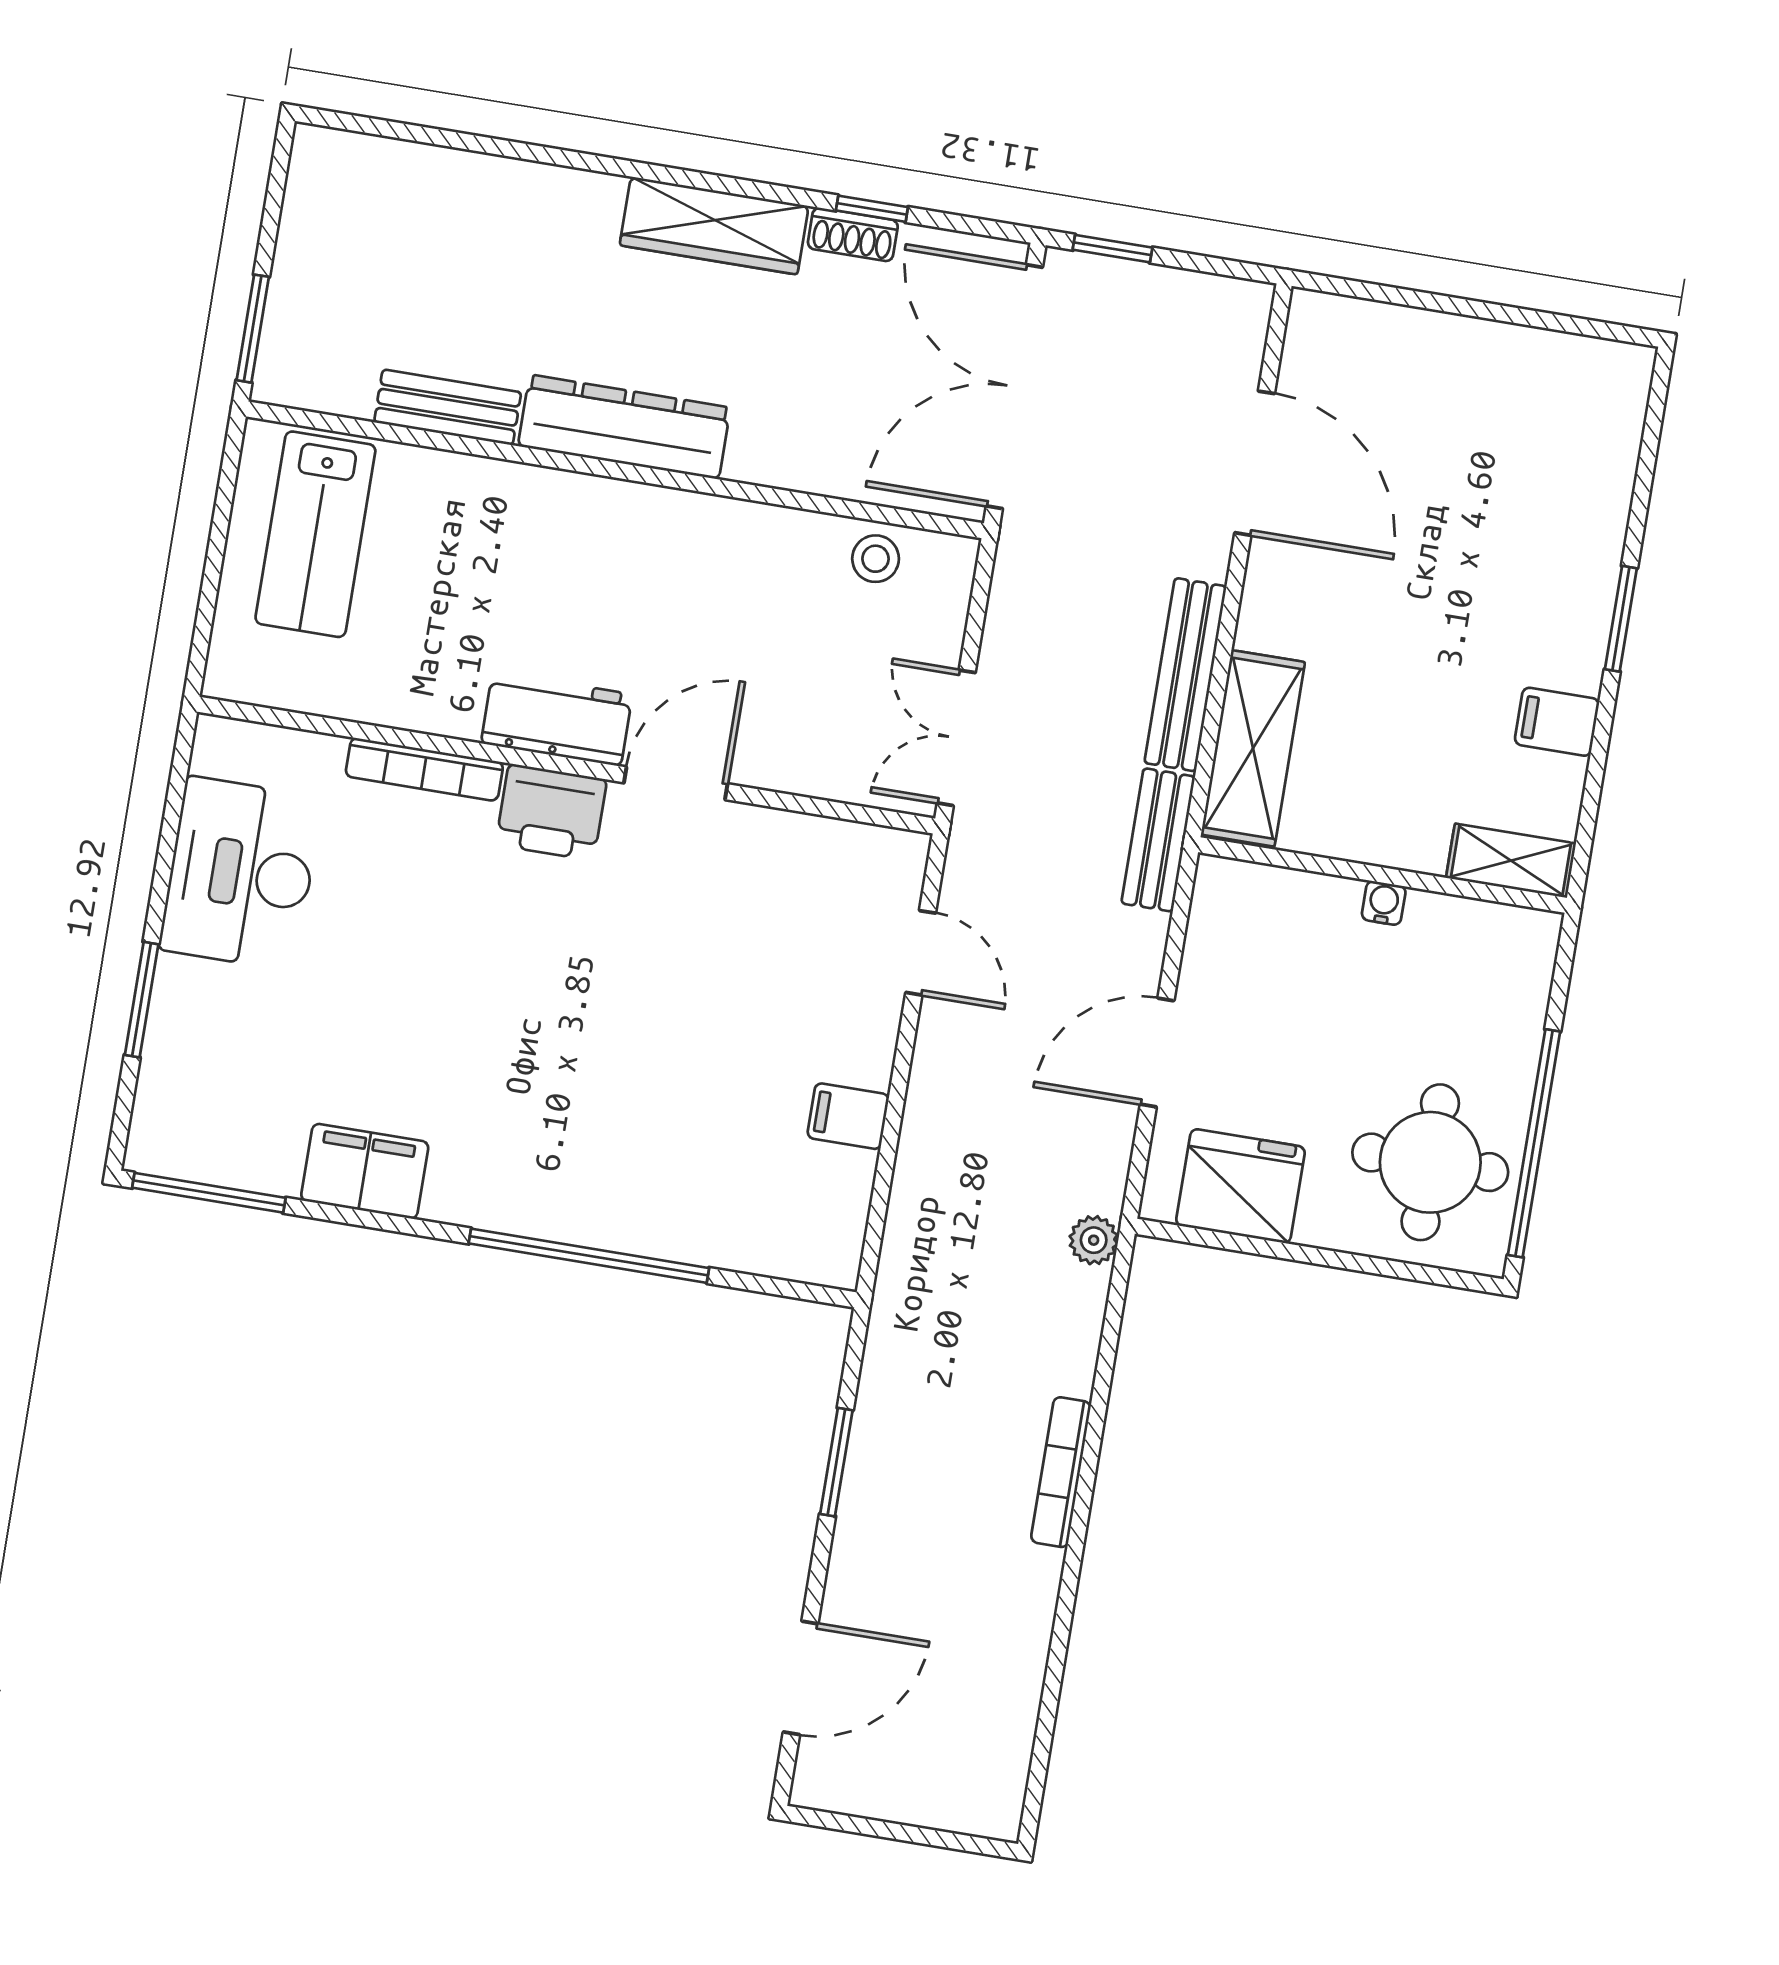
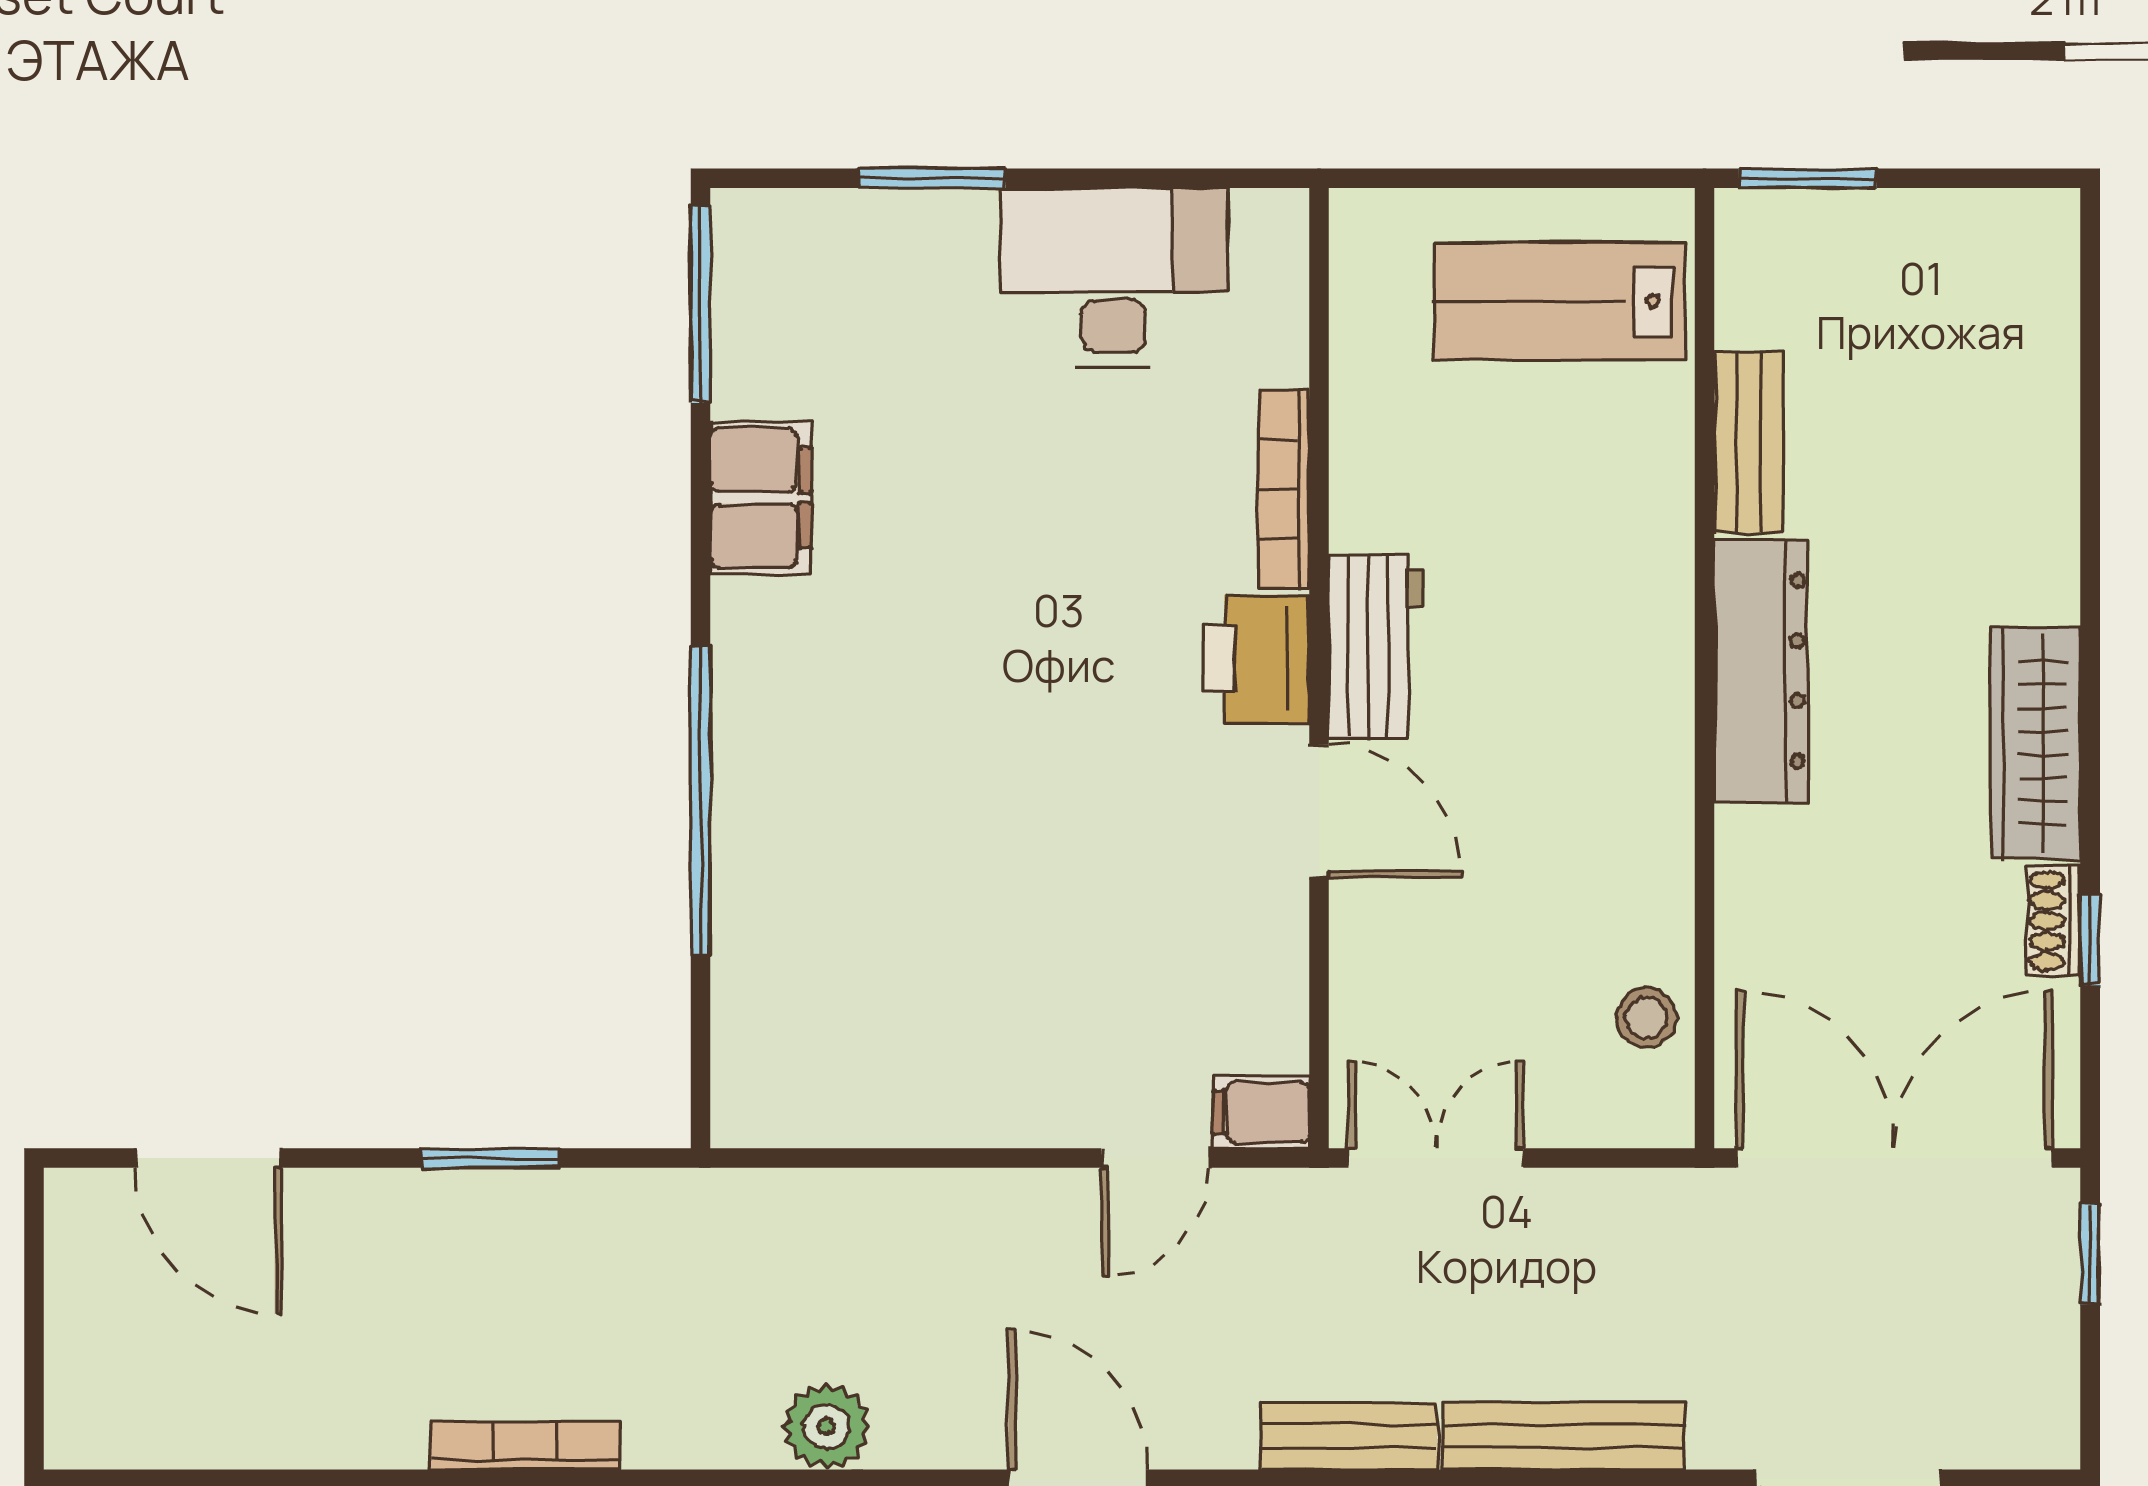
filing cabinet: (848, 1116) -> (1261, 1112), moved, turned -90
plant: (1094, 1240) -> (827, 1426), width x1.38, depth x1.38

